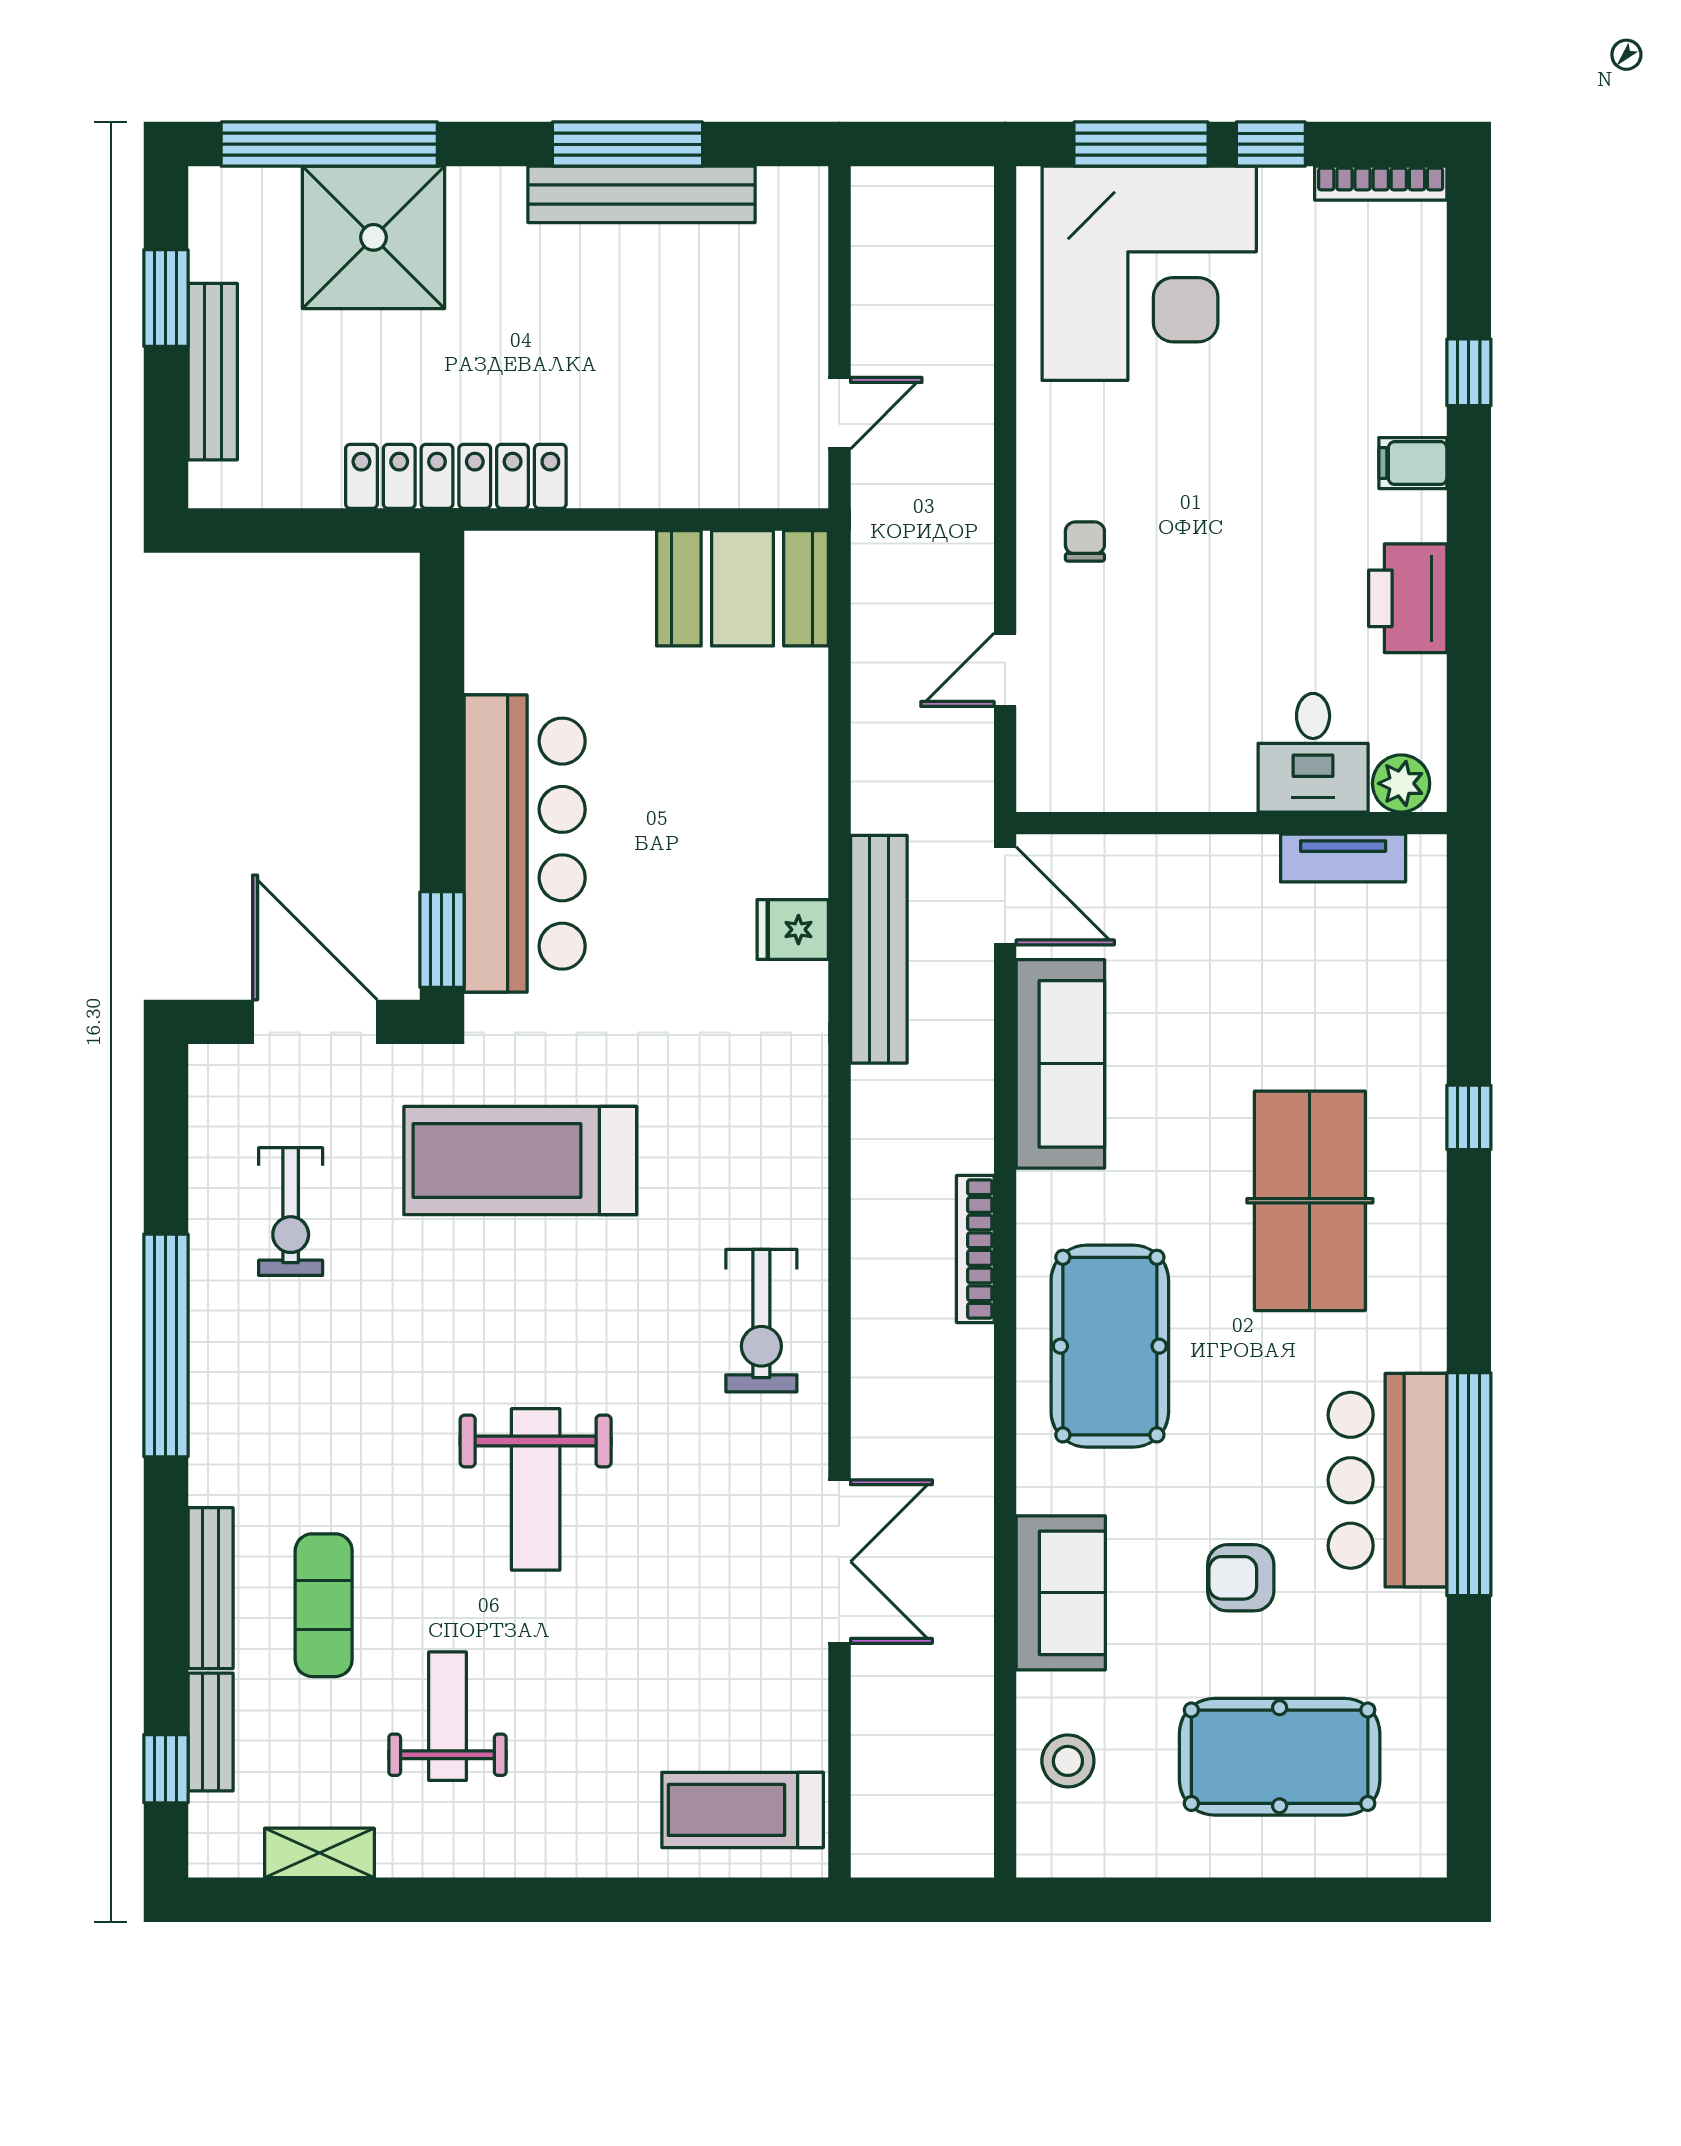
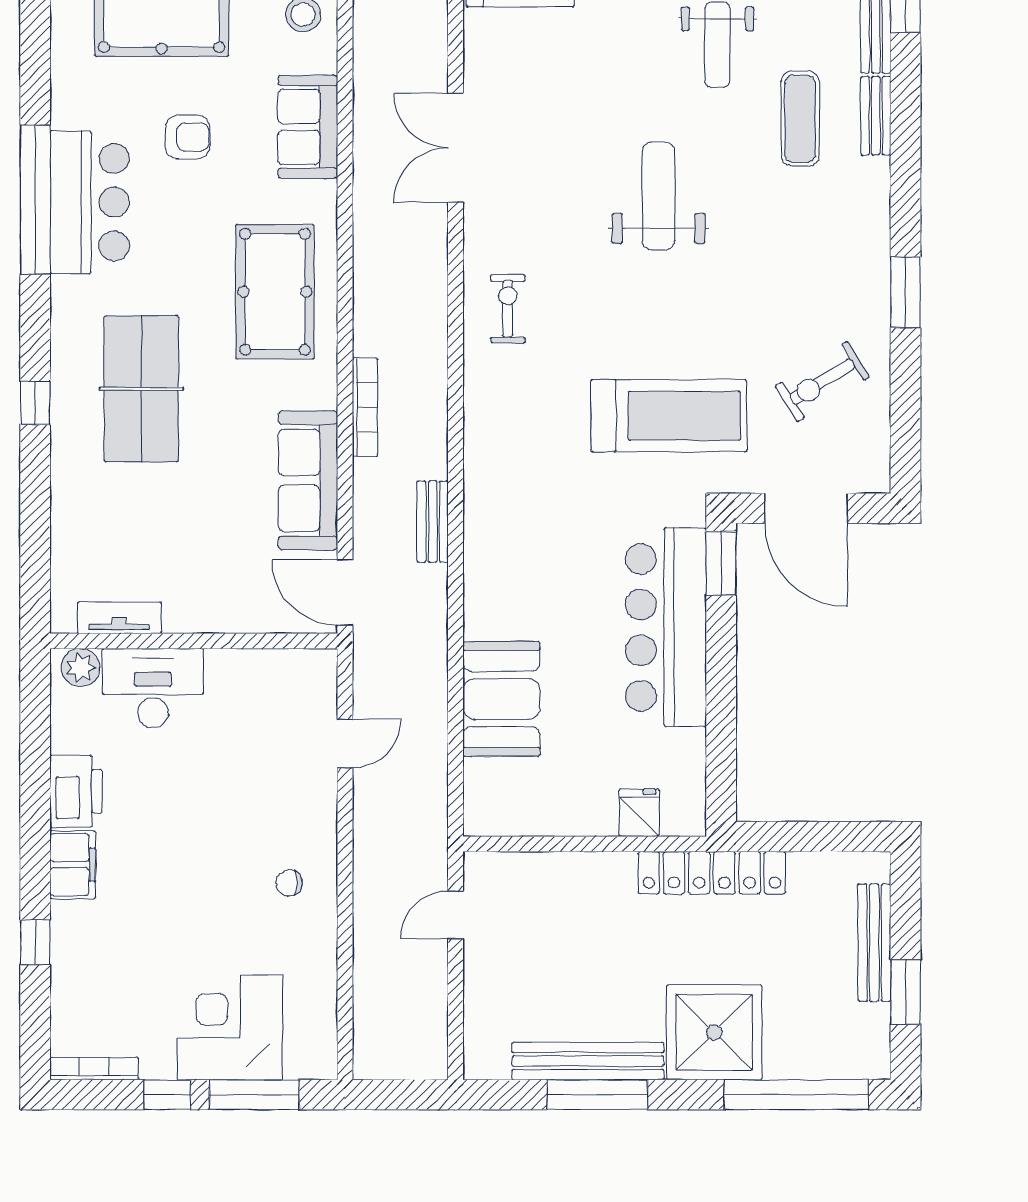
shower: (374, 237) -> (714, 1032), moved
corner desk: (1149, 273) -> (230, 1027), width x0.74, depth x0.74
filing cabinet: (1413, 463) -> (73, 865), width x2.00
chair: (1085, 542) -> (289, 883), moved, turned 90
booth: (742, 588) -> (501, 699), moved, turned 90
desk: (1313, 753) -> (153, 688), width x1.37
fridge: (793, 930) -> (639, 813), moved, turned -90
bench: (879, 949) -> (433, 522), width x0.54, depth x0.82
window: (1469, 1117) -> (35, 403), moved
exercise bike: (291, 1212) -> (822, 382), turned -122
bookcase: (975, 1249) -> (365, 407), moved
exercise bike: (761, 1321) -> (508, 309), width x0.73, depth x0.72
window: (166, 1345) -> (906, 292), width x0.47
bench: (211, 1588) -> (876, 116), width x0.73

